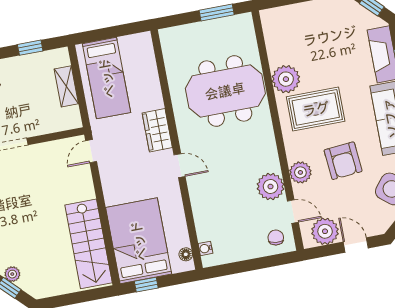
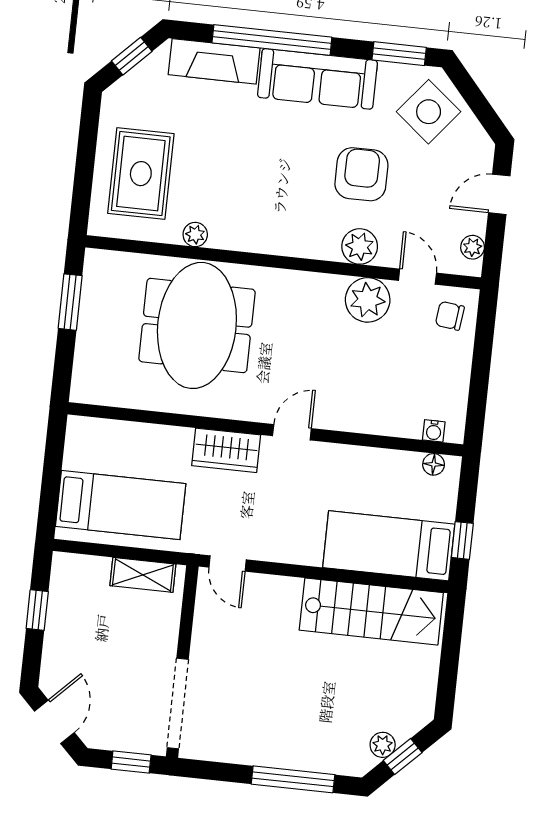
plant: (286, 79) -> (195, 235), width x0.53, depth x0.53
shelving: (66, 86) -> (143, 575), moved
rug: (316, 109) -> (141, 174), moved
armchair: (343, 161) -> (361, 174), turned -85
door: (293, 212) -> (417, 277), hinge flipped
plant: (325, 231) -> (473, 247), width x0.53, depth x0.53
bed: (139, 241) -> (389, 546), width x0.67

